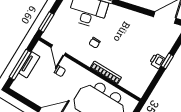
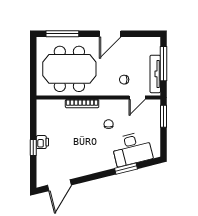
door: (58, 50) -> (137, 98), swing flipped
tv unit: (29, 65) -> (155, 74), width x1.41

